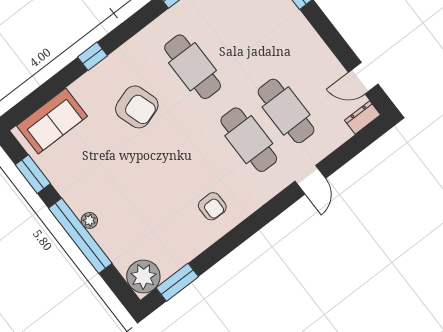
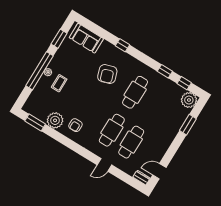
door: (363, 78) -> (159, 171), hinge flipped
coffee table: (119, 207) -> (59, 83), added
plant: (143, 277) -> (55, 120), moved

